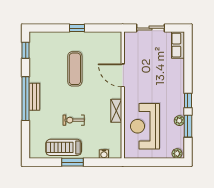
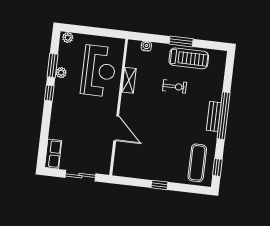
exercise mat: (75, 69) -> (197, 163), moved
shelving: (116, 111) -> (129, 80), moved

